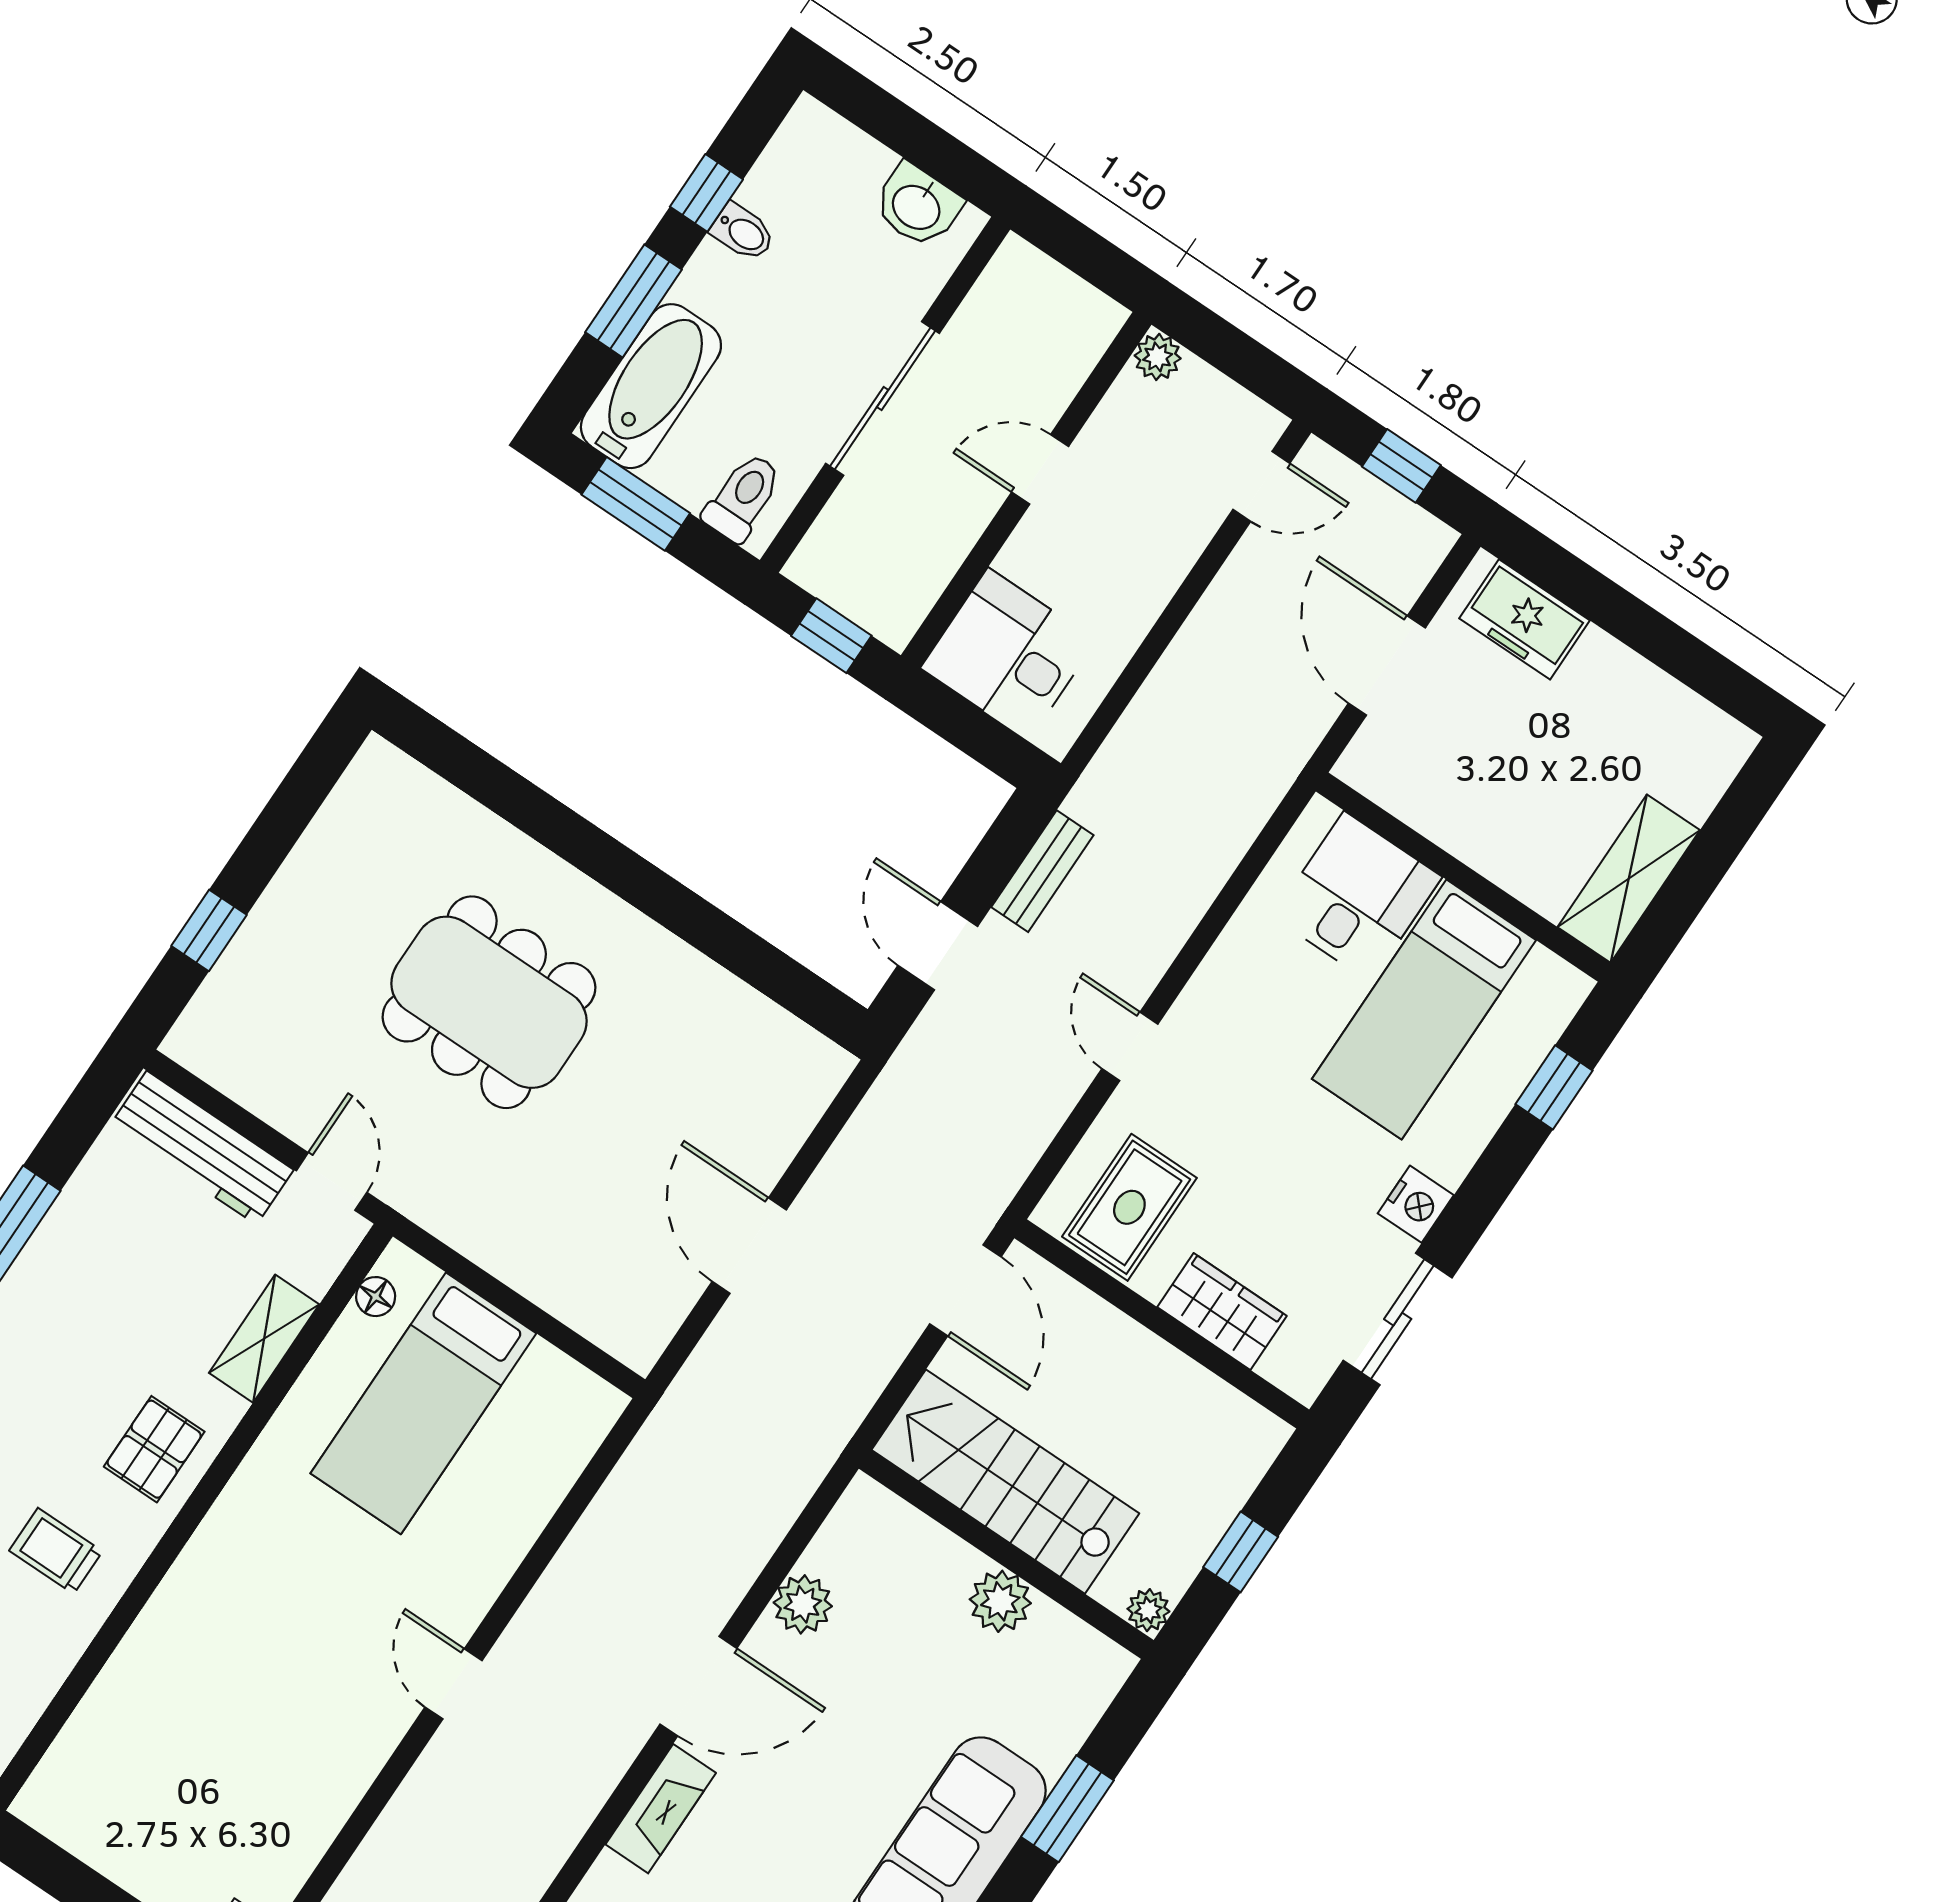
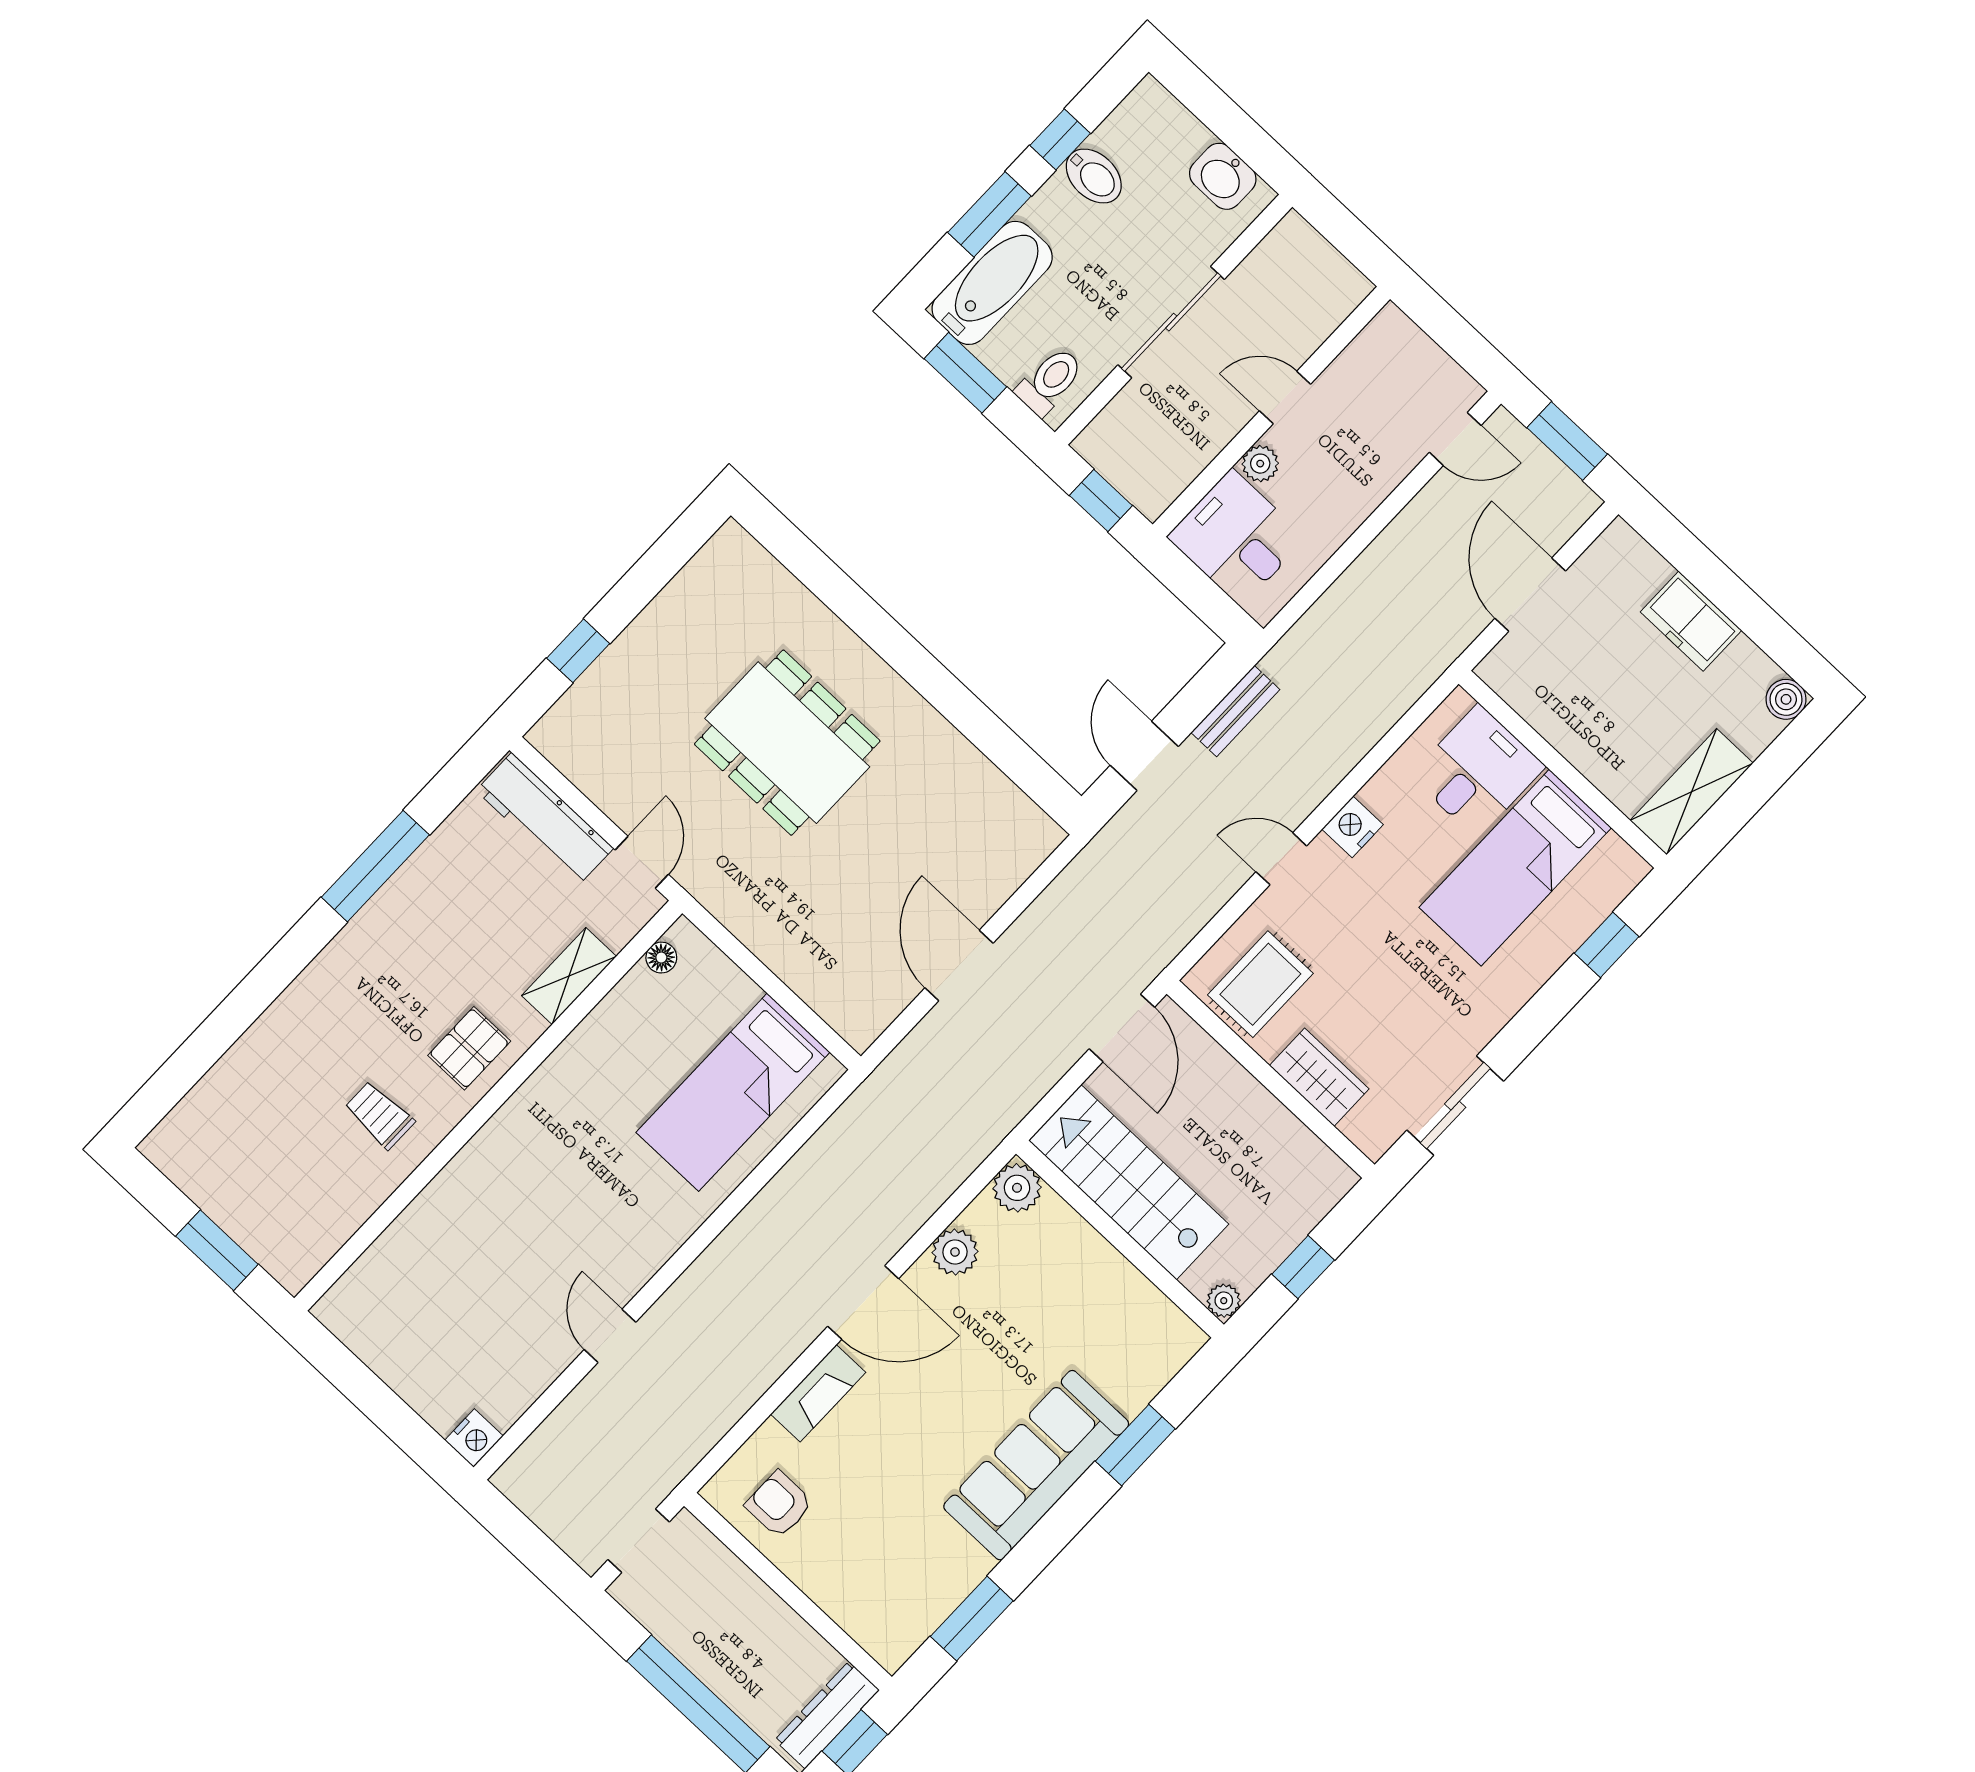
bidet: (743, 232) -> (1094, 176), width x1.38, depth x1.36
plant: (1158, 357) -> (1260, 464), moved
window: (1401, 466) -> (1567, 441), width x1.50
freezer: (1525, 619) -> (1691, 621), moved
boiler: (1728, 744) -> (1786, 699), added
door: (1130, 1046) -> (1281, 859), hinge flipped
nightstand: (1416, 1204) -> (1353, 827), moved, turned 180
bed: (423, 1403) -> (733, 1092), moved
plant: (1000, 1601) -> (1017, 1188), moved
door: (454, 1684) -> (610, 1336), moved

